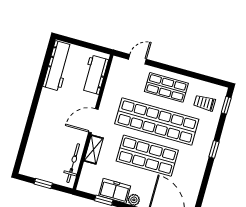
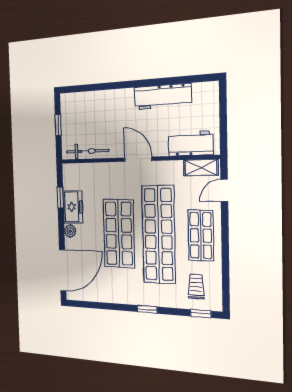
door: (137, 59) -> (224, 190), swing flipped
workbench: (58, 66) -> (163, 97), moved
shelving: (94, 150) -> (201, 168), moved

